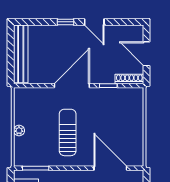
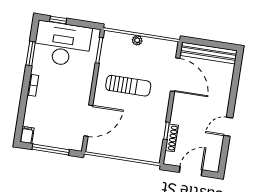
window: (65, 22) -> (232, 100), removed
shoe rack: (129, 79) -> (172, 138), moved
door: (72, 86) -> (175, 75), moved

